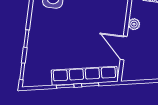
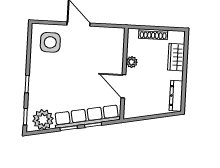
plant: (40, 76) -> (43, 120), added

